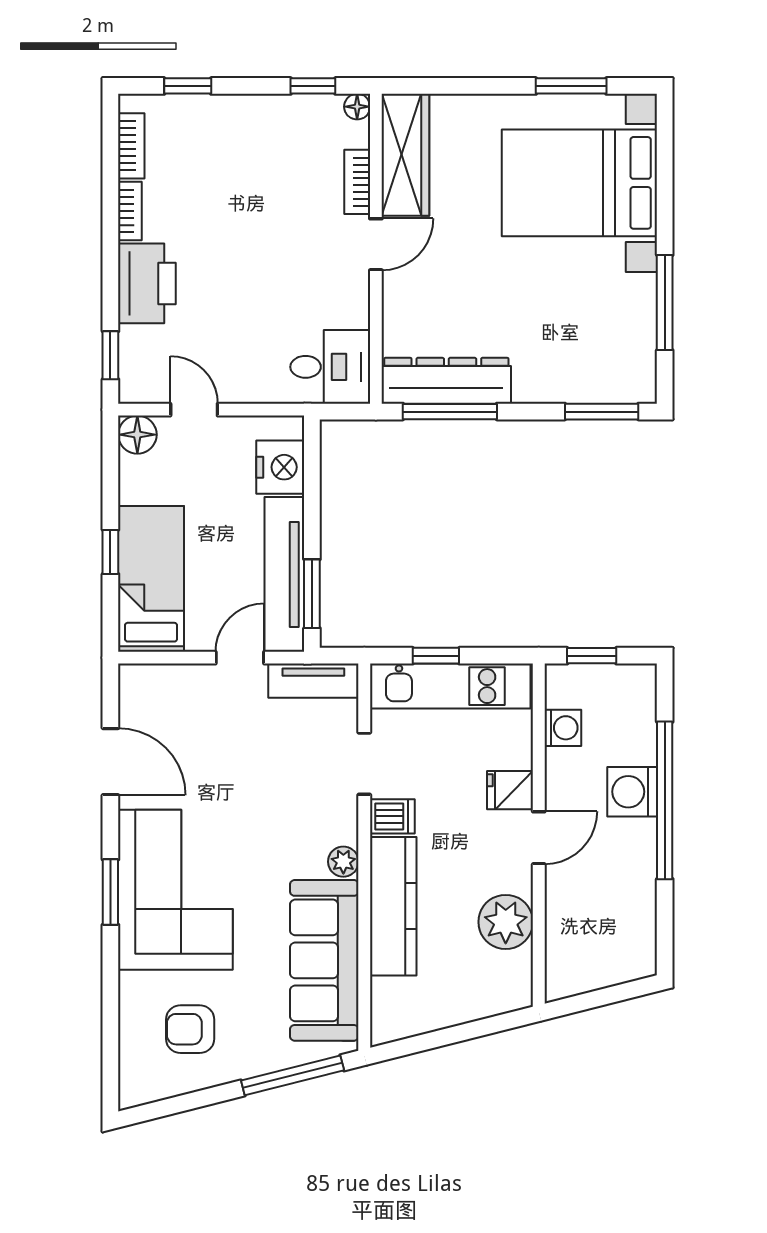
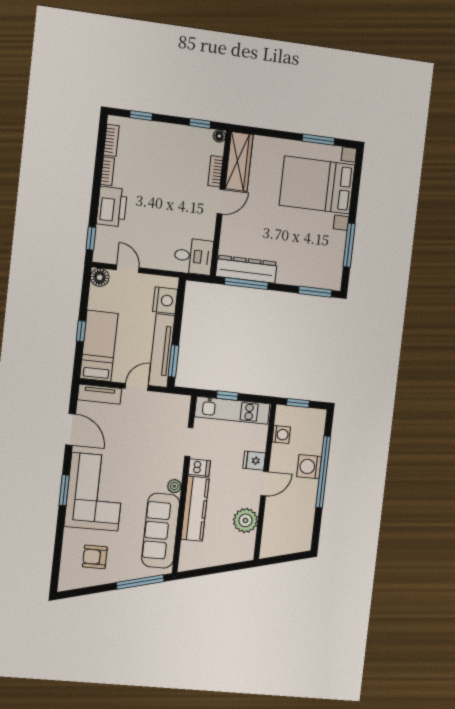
tv unit: (313, 681) -> (100, 394), moved

